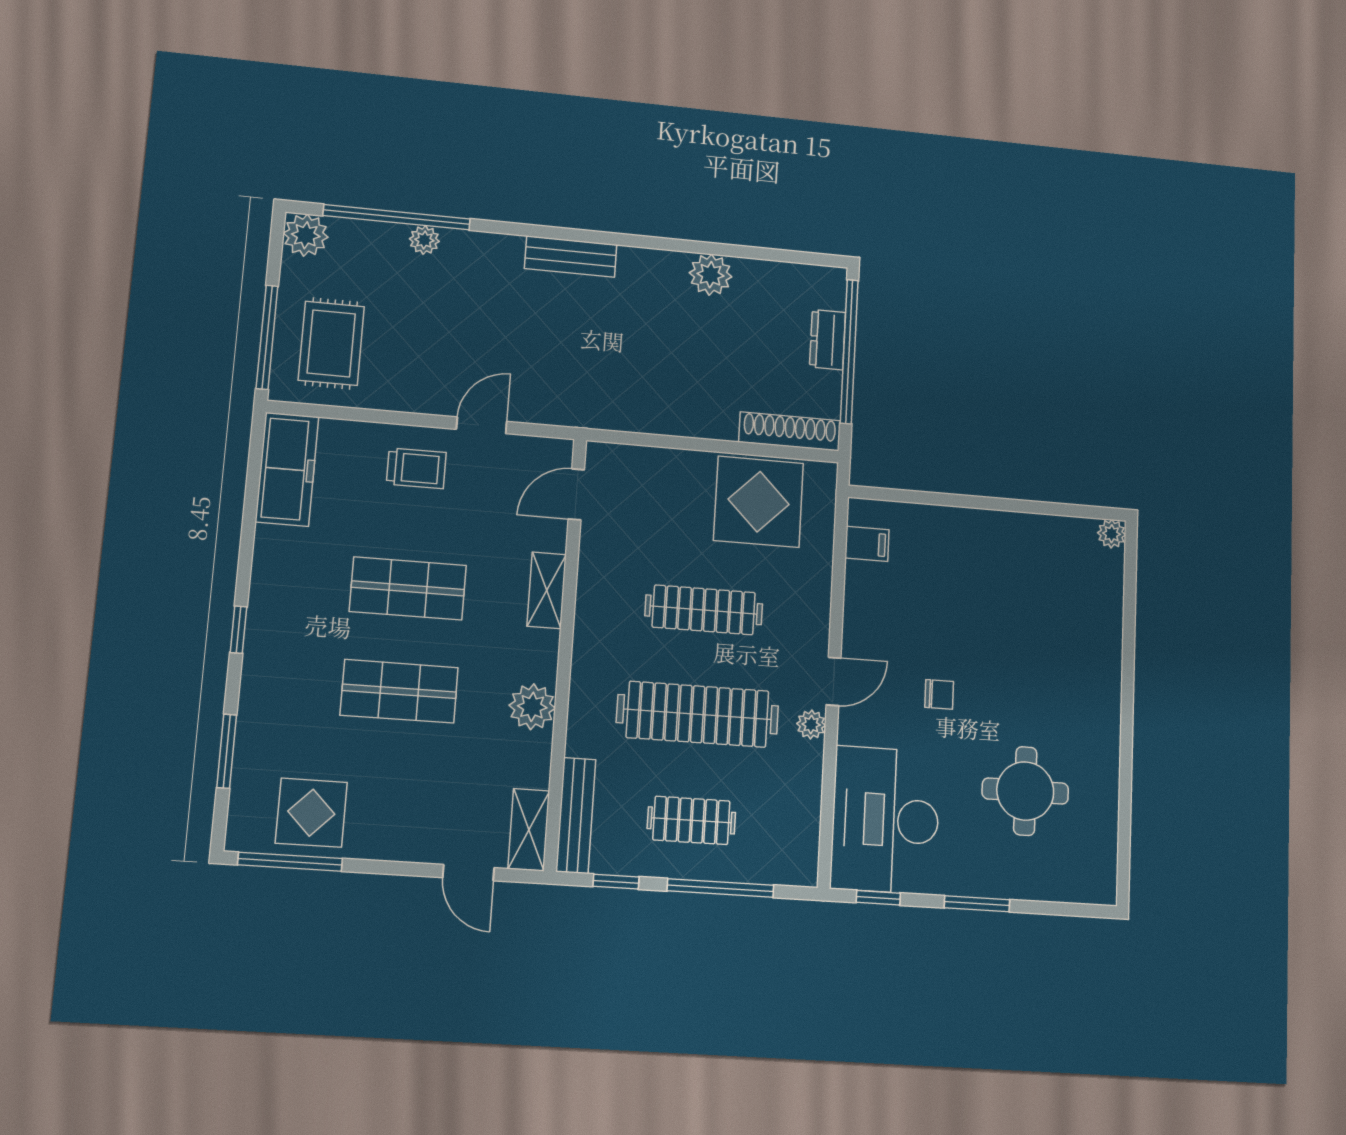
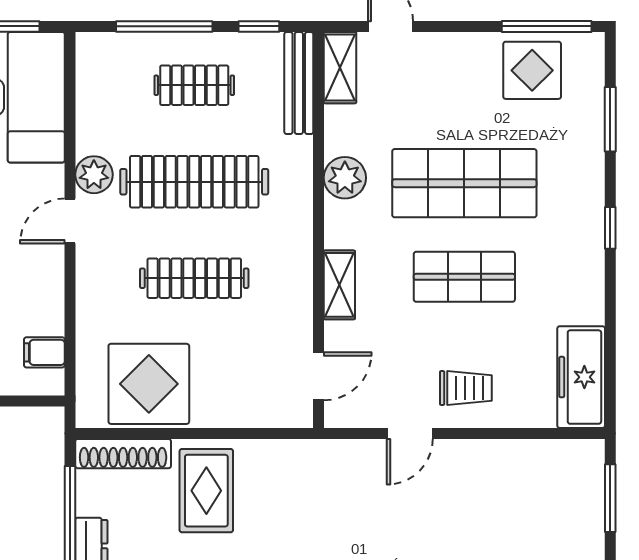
window: (267, 337) -> (610, 498), width x0.69
rug: (331, 343) -> (206, 491), moved
trolley: (416, 468) -> (466, 388), turned 180
shop shelf: (399, 691) -> (464, 183), width x1.43, depth x1.36
plant: (811, 724) -> (94, 175), width x1.38, depth x1.38

